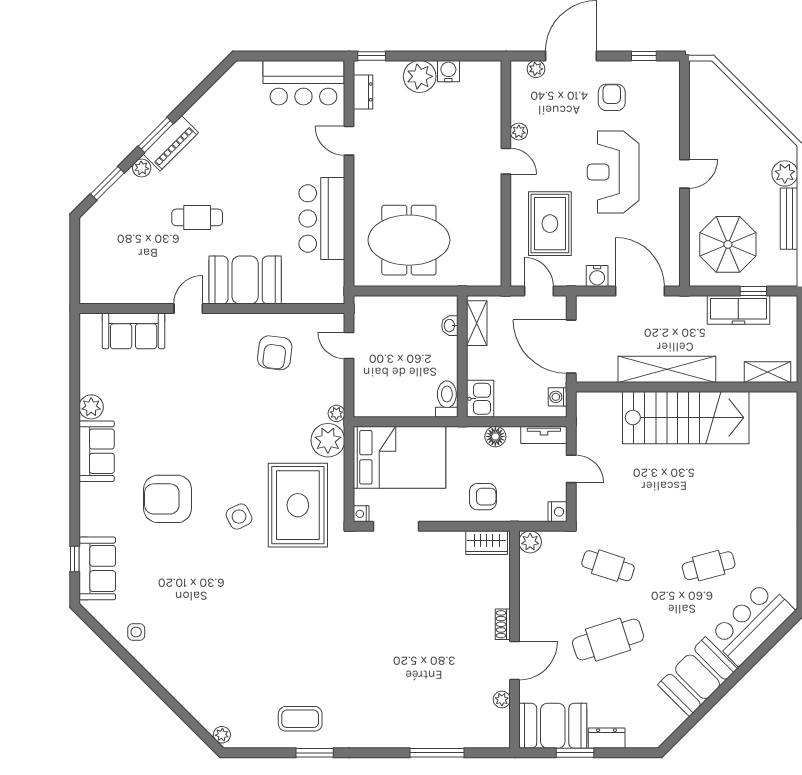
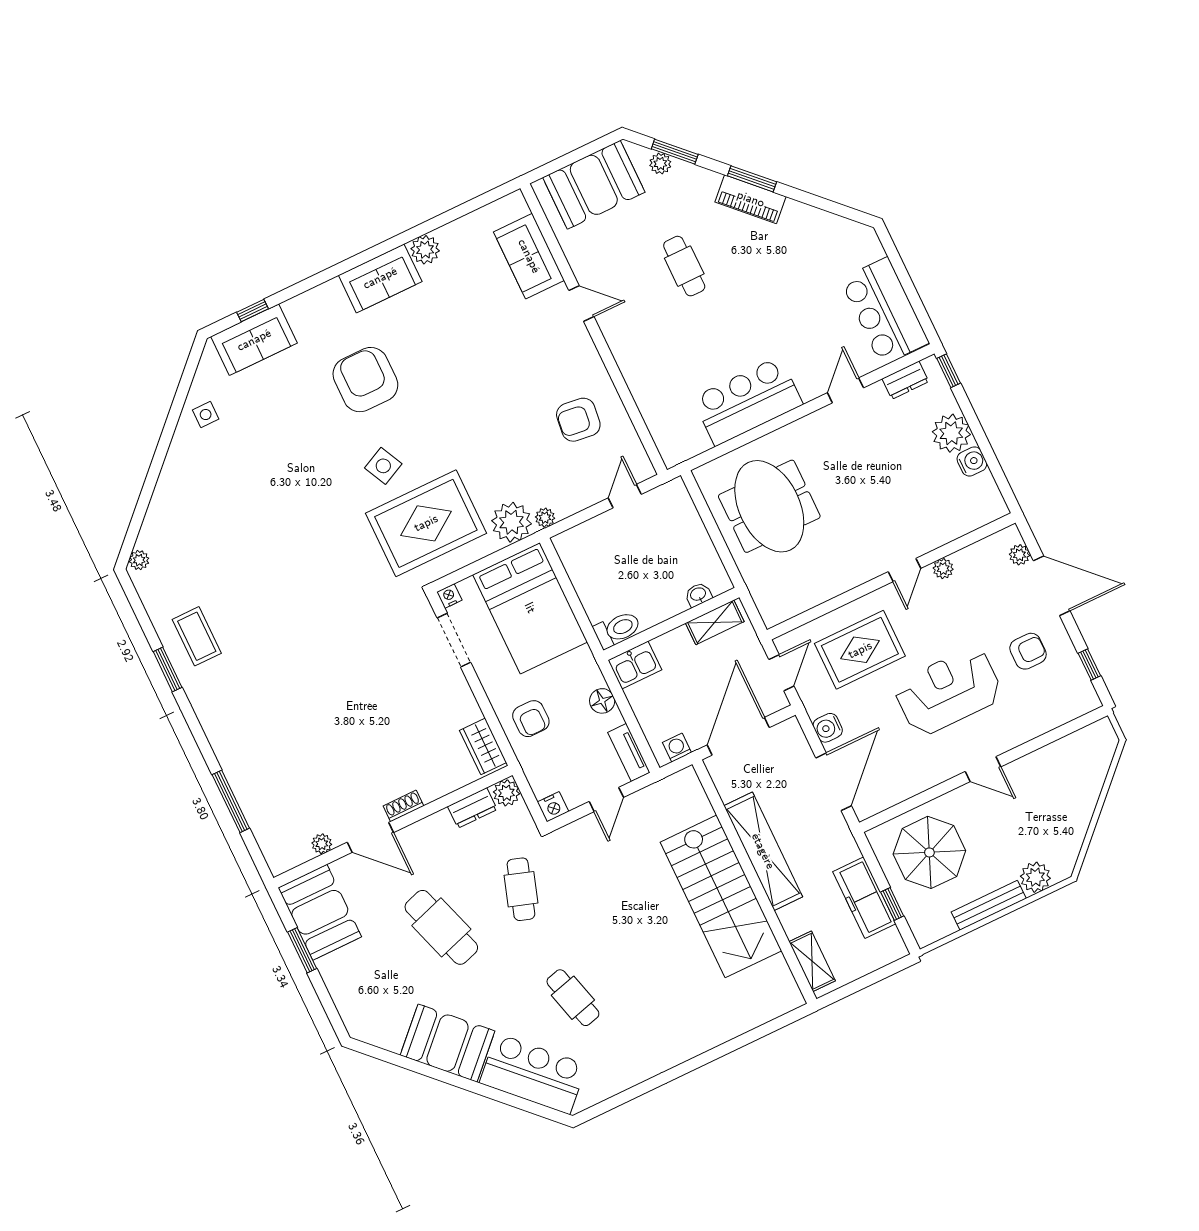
plant: (142, 168) -> (660, 164), moved
booth: (245, 280) -> (594, 185), moved, turned 90
dresser: (607, 738) -> (472, 808), moved, turned 90

